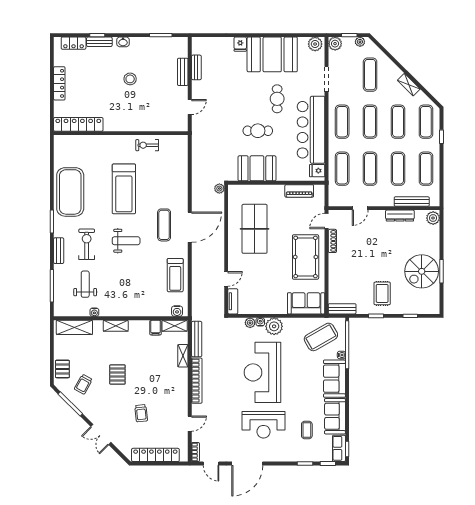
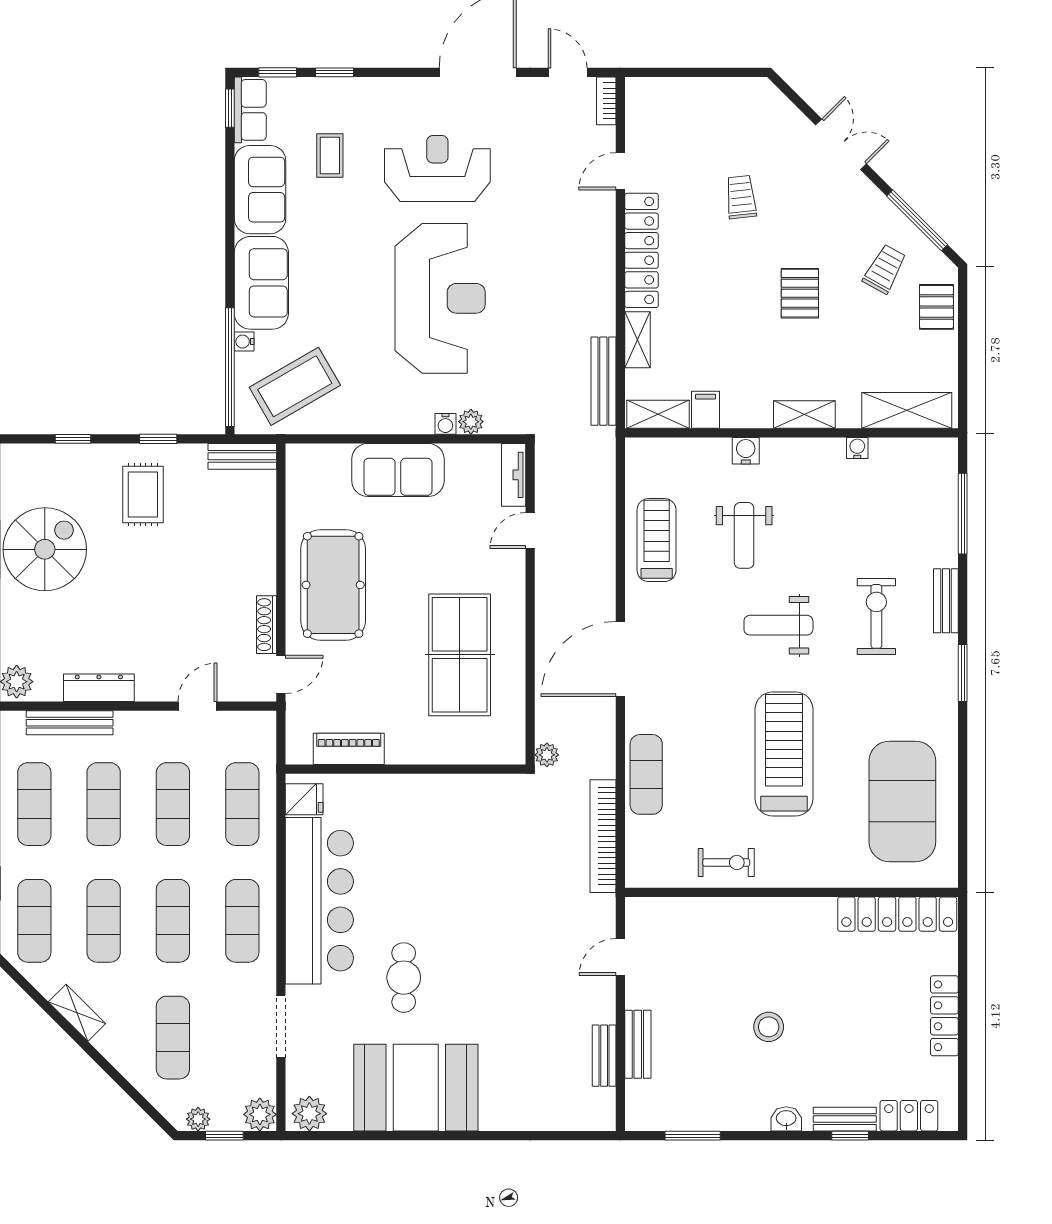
fridge: (240, 44) -> (495, 1113), removed
cafe table: (258, 131) -> (452, 898), removed
booth: (257, 168) -> (454, 805), removed
exercise mat: (70, 192) -> (902, 801), moved
exercise mat: (164, 225) -> (646, 774), moved
exercise bike: (87, 244) -> (876, 616), turned 180
weight bench: (85, 284) -> (744, 535), moved
sofa: (306, 303) -> (398, 470), moved
water cooler: (177, 311) -> (746, 451), moved
plant: (274, 326) -> (411, 413), removed
bookcase: (197, 381) -> (603, 836), moved
locker: (155, 455) -> (641, 250), moved, turned -90

